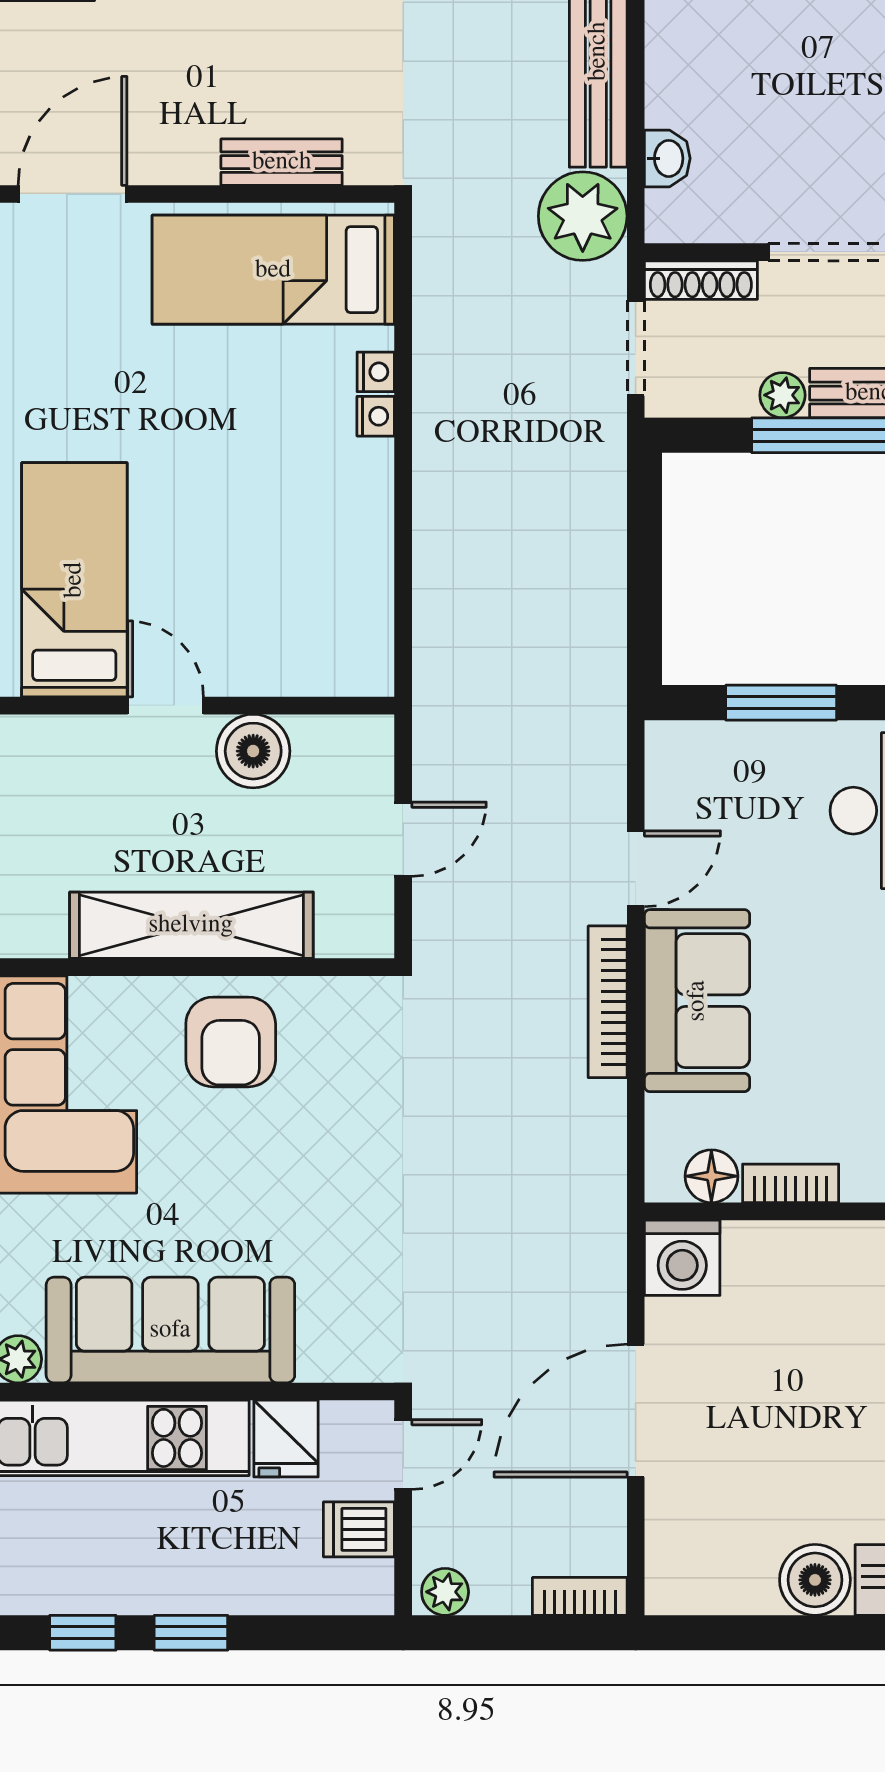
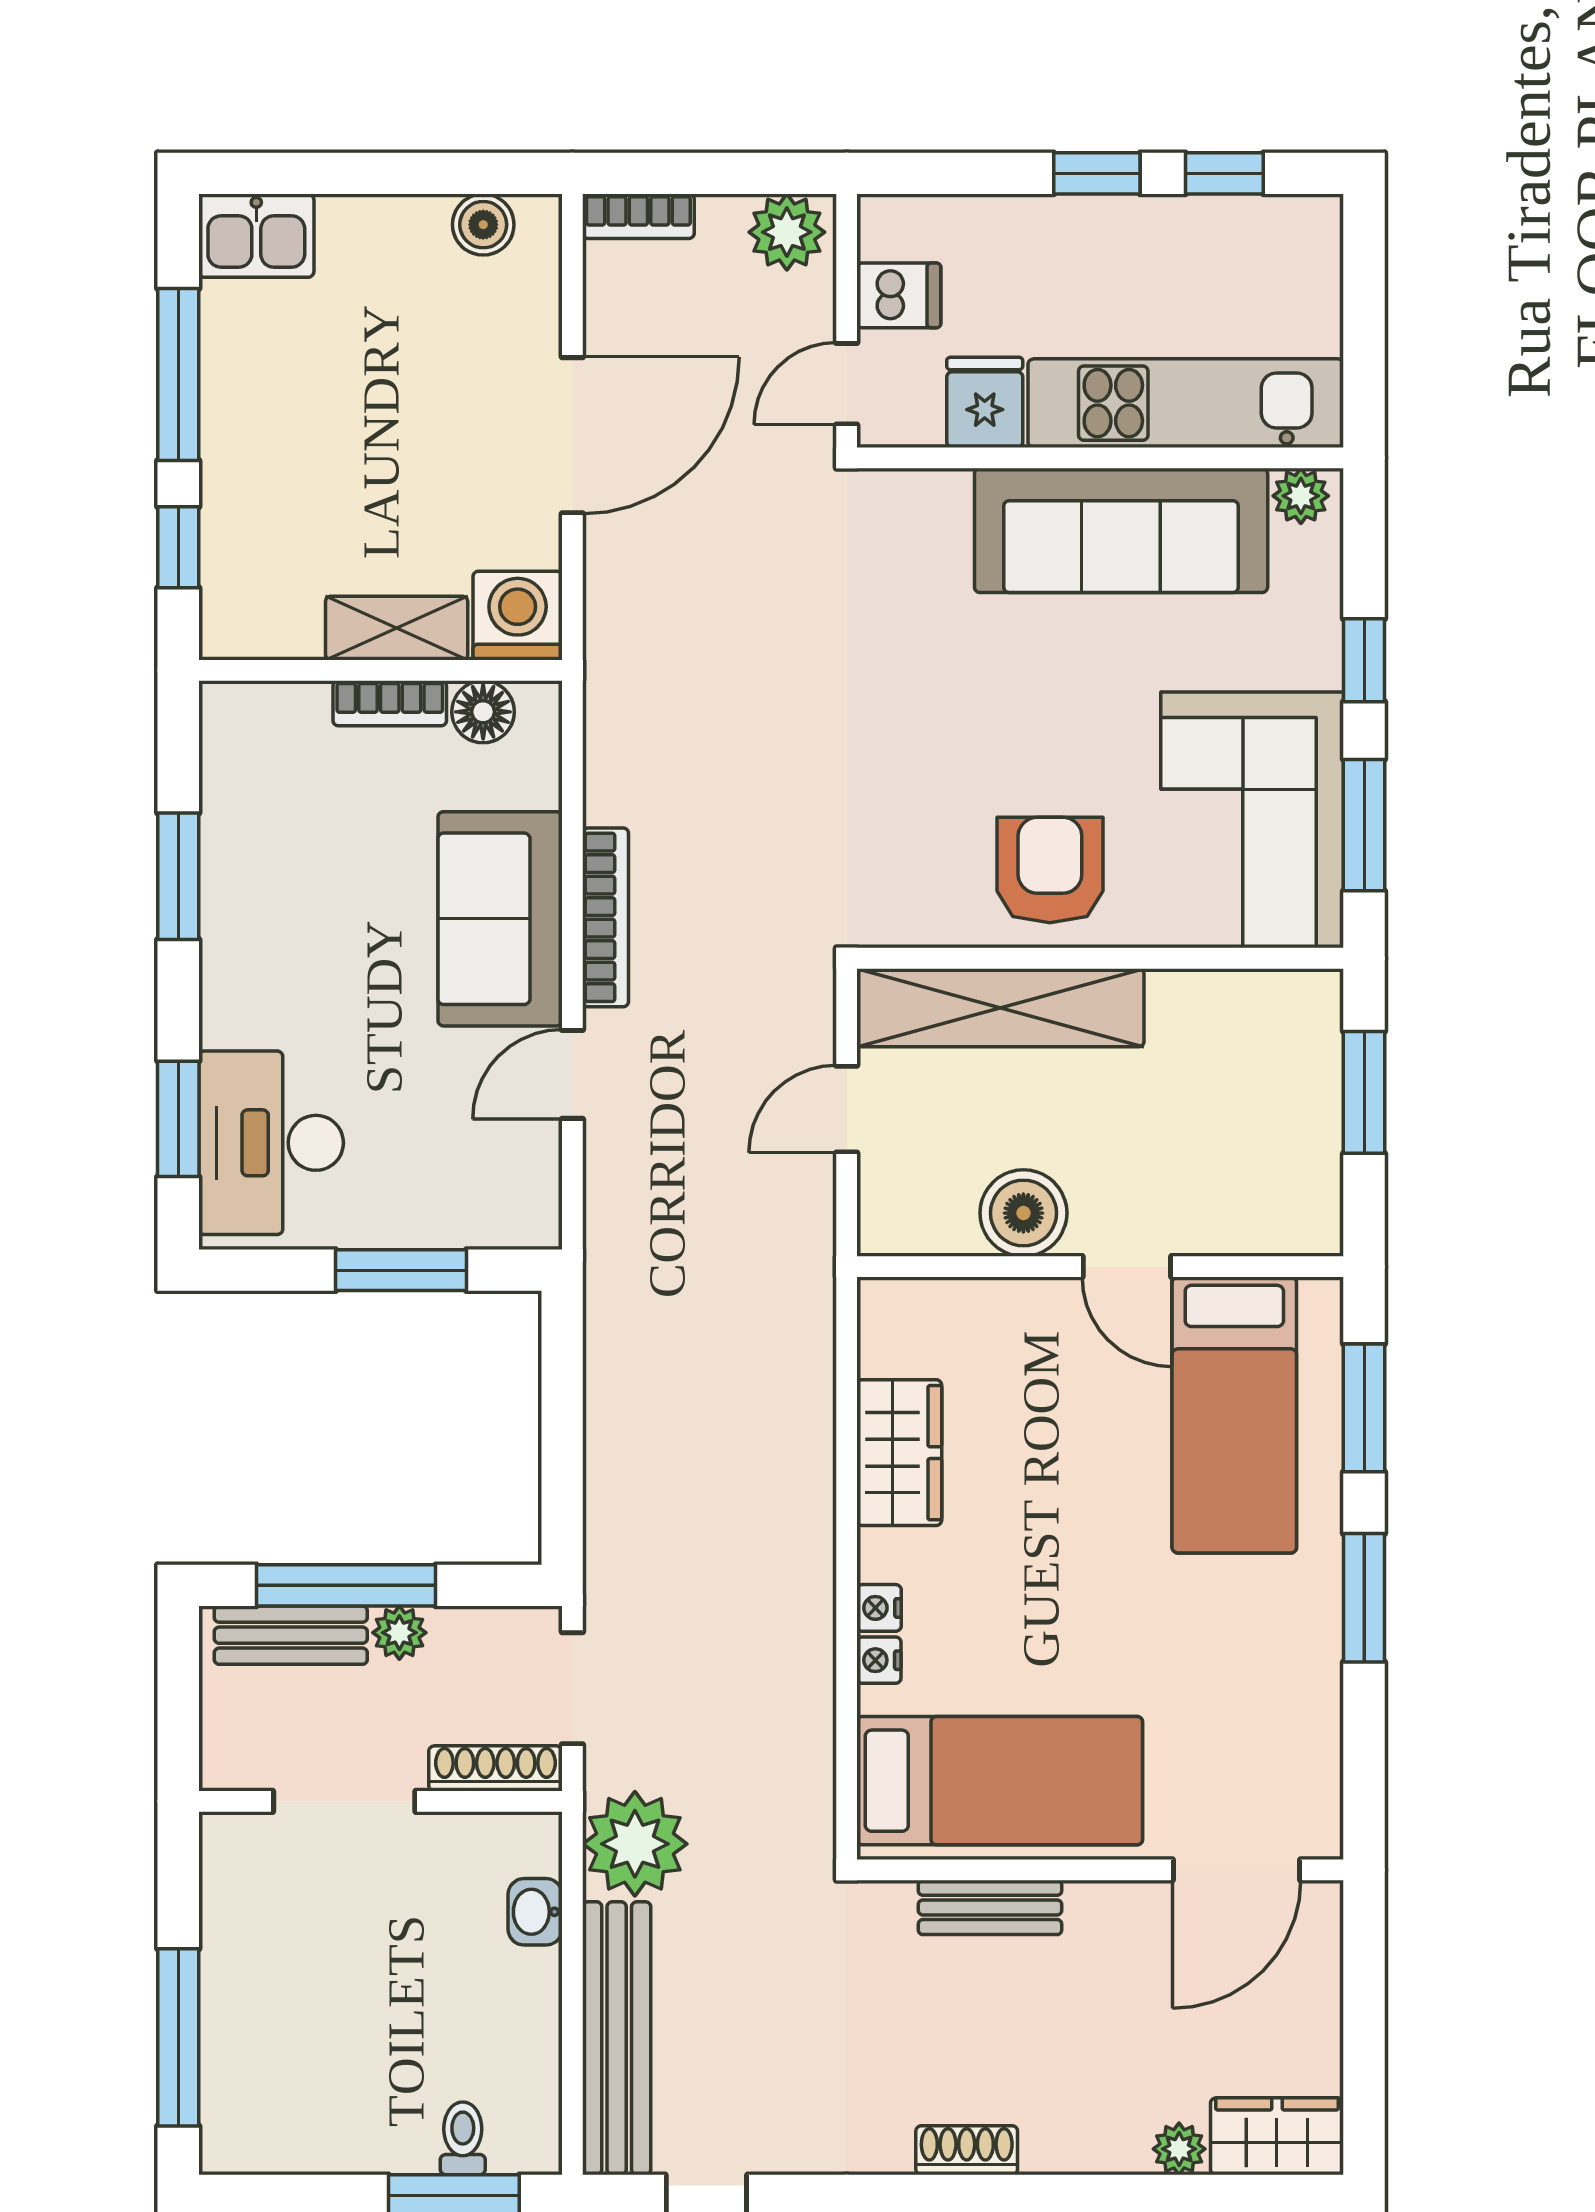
wardrobe: (359, 548) -> (899, 1453), added
shelving: (191, 925) -> (1000, 1008), moved
shelving: (785, 1247) -> (397, 628), added
boiler: (815, 1580) -> (483, 225), moved, width x0.73, depth x0.73
plant: (445, 1592) -> (787, 232), width x1.38, depth x1.38

